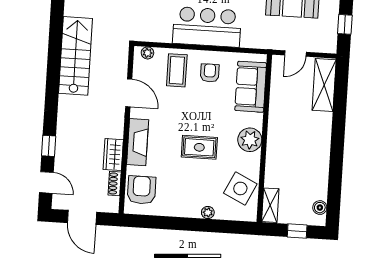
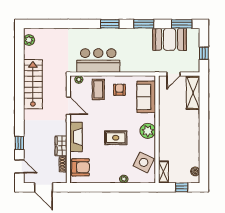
bar counter: (207, 27) -> (98, 60), moved
armchair: (142, 190) -> (81, 167), turned 90

